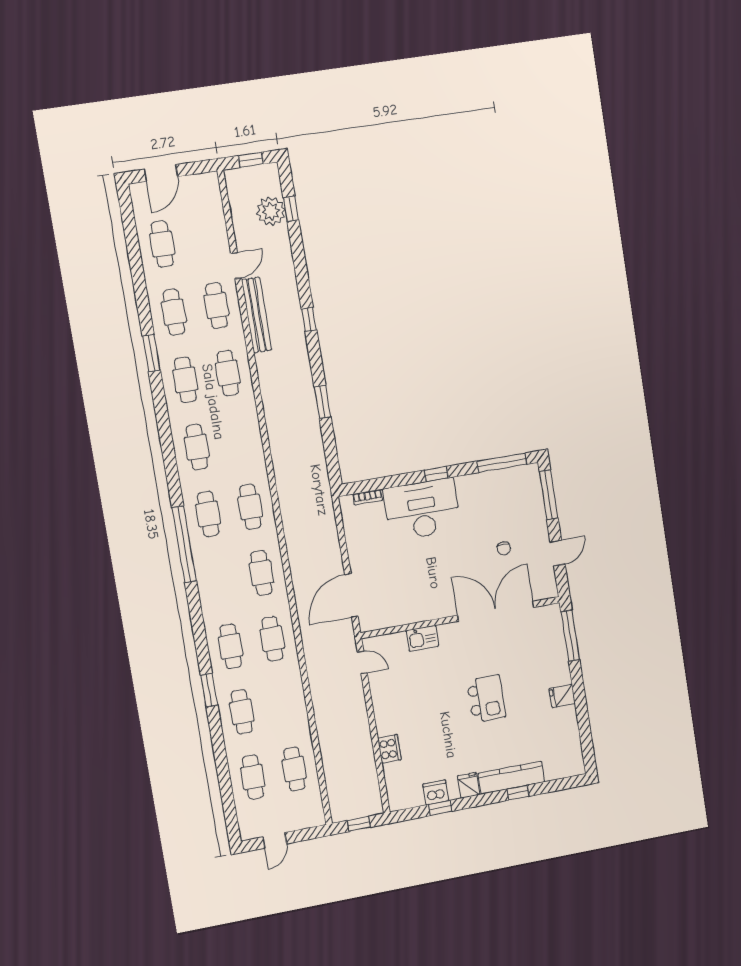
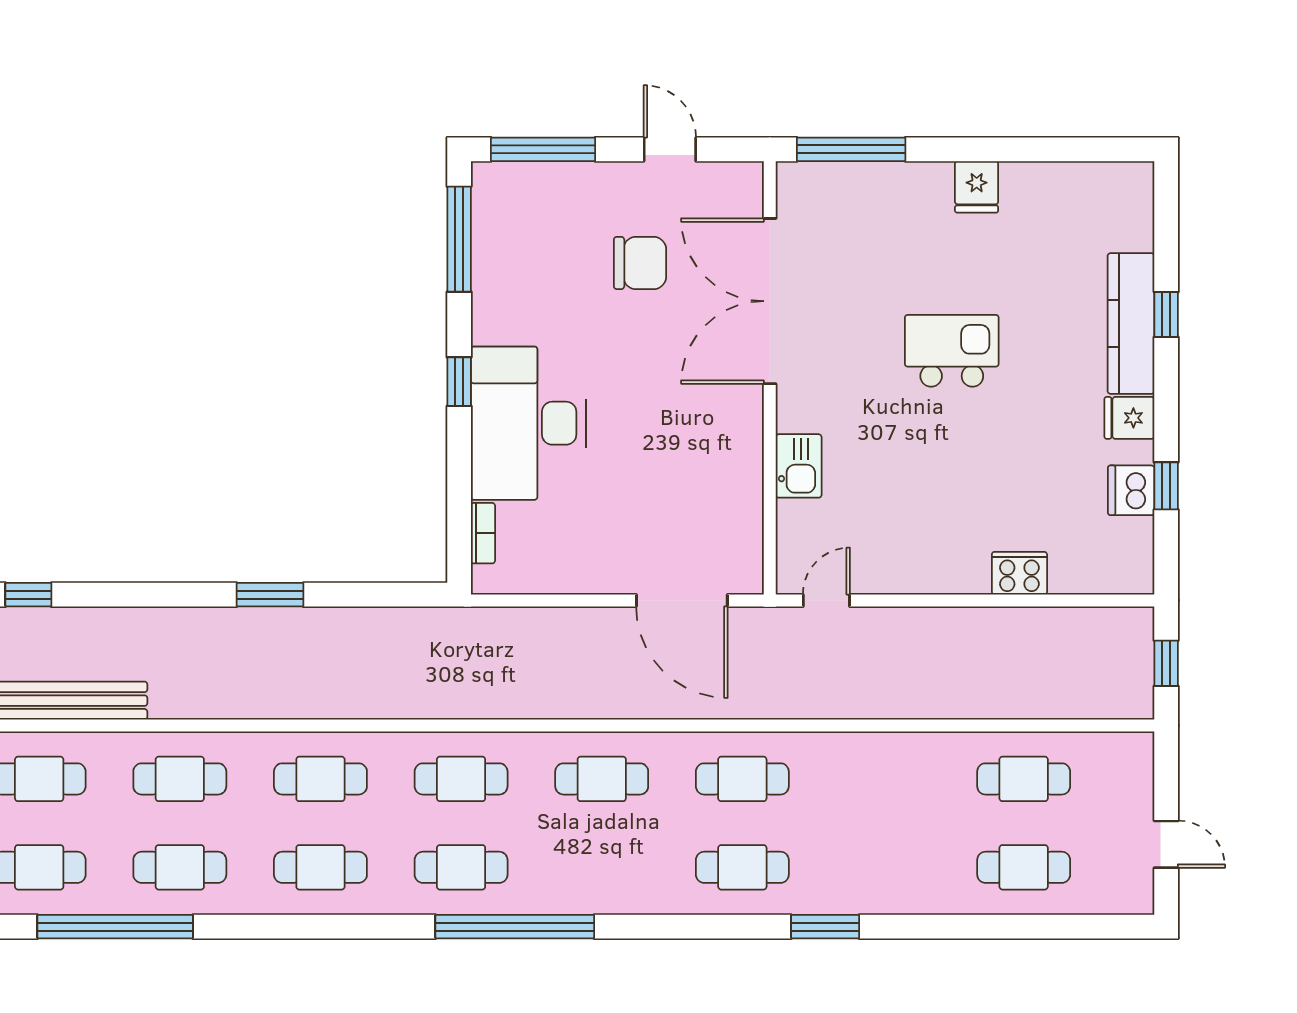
window: (309, 320) -> (28, 595), moved
window: (151, 353) -> (115, 927), width x2.11
chair: (504, 548) -> (640, 263), width x1.87, depth x1.87
cafe table: (242, 712) -> (320, 779), moved

